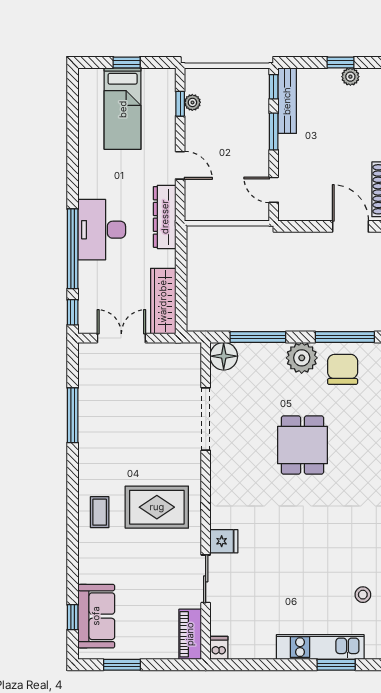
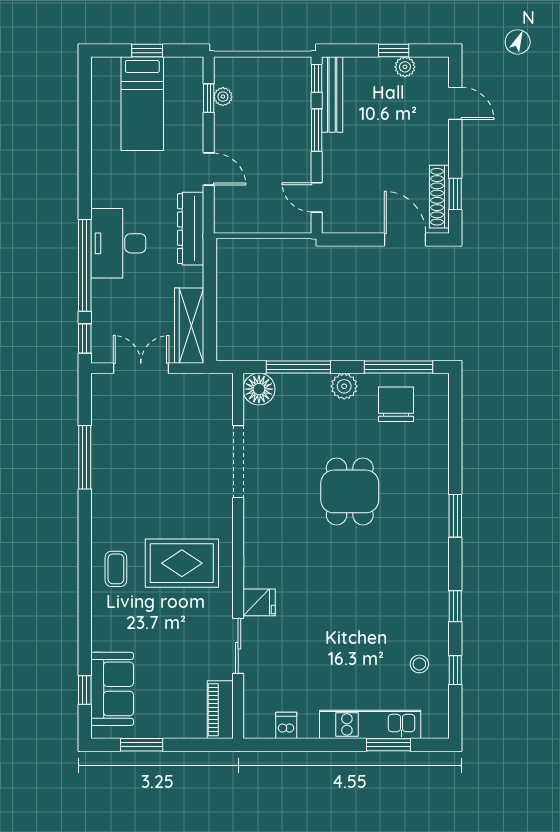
plant: (302, 358) -> (344, 386), width x0.73, depth x0.73
dishwasher: (219, 648) -> (286, 725), moved

